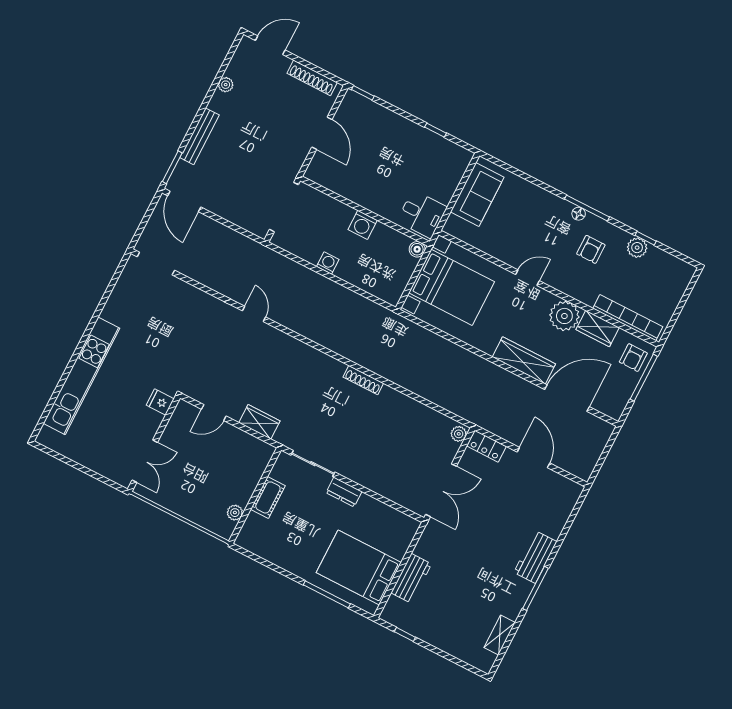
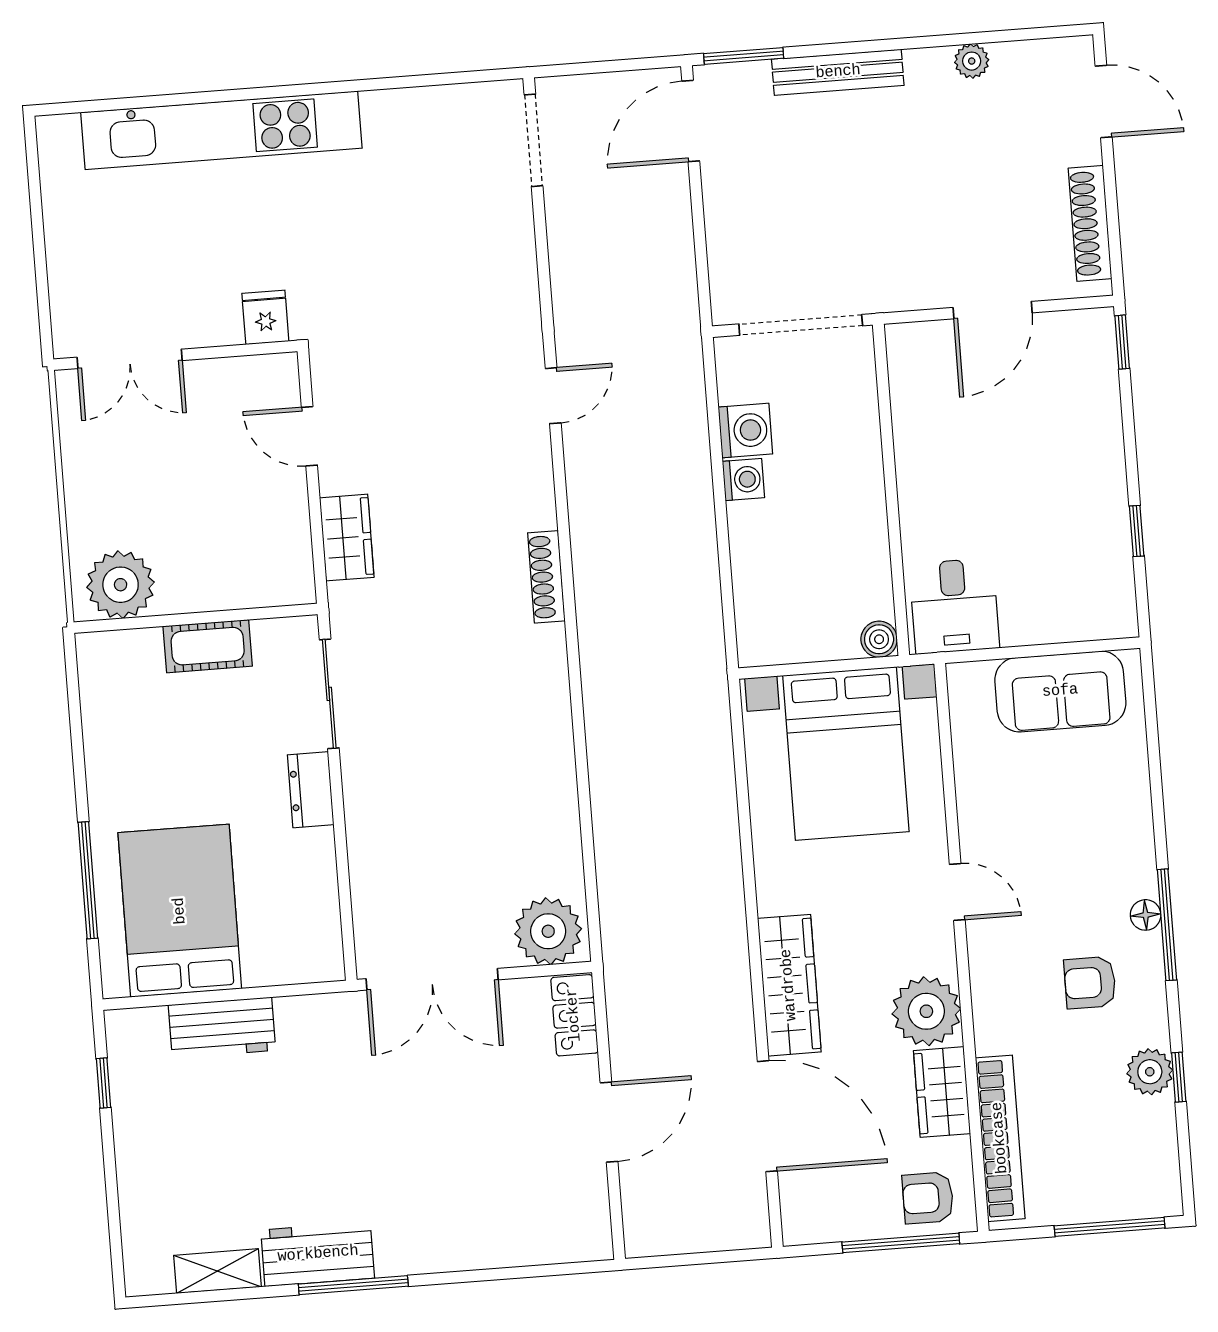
washing machine: (363, 225) -> (745, 430), moved, turned 180
window: (685, 297) -> (1110, 1227), added
shoe rack: (363, 380) -> (546, 577), moved
plant: (459, 434) -> (548, 931), width x1.88, depth x1.88
plant: (235, 513) -> (121, 585), width x1.88, depth x1.88
workbench: (535, 557) -> (318, 1254), moved

